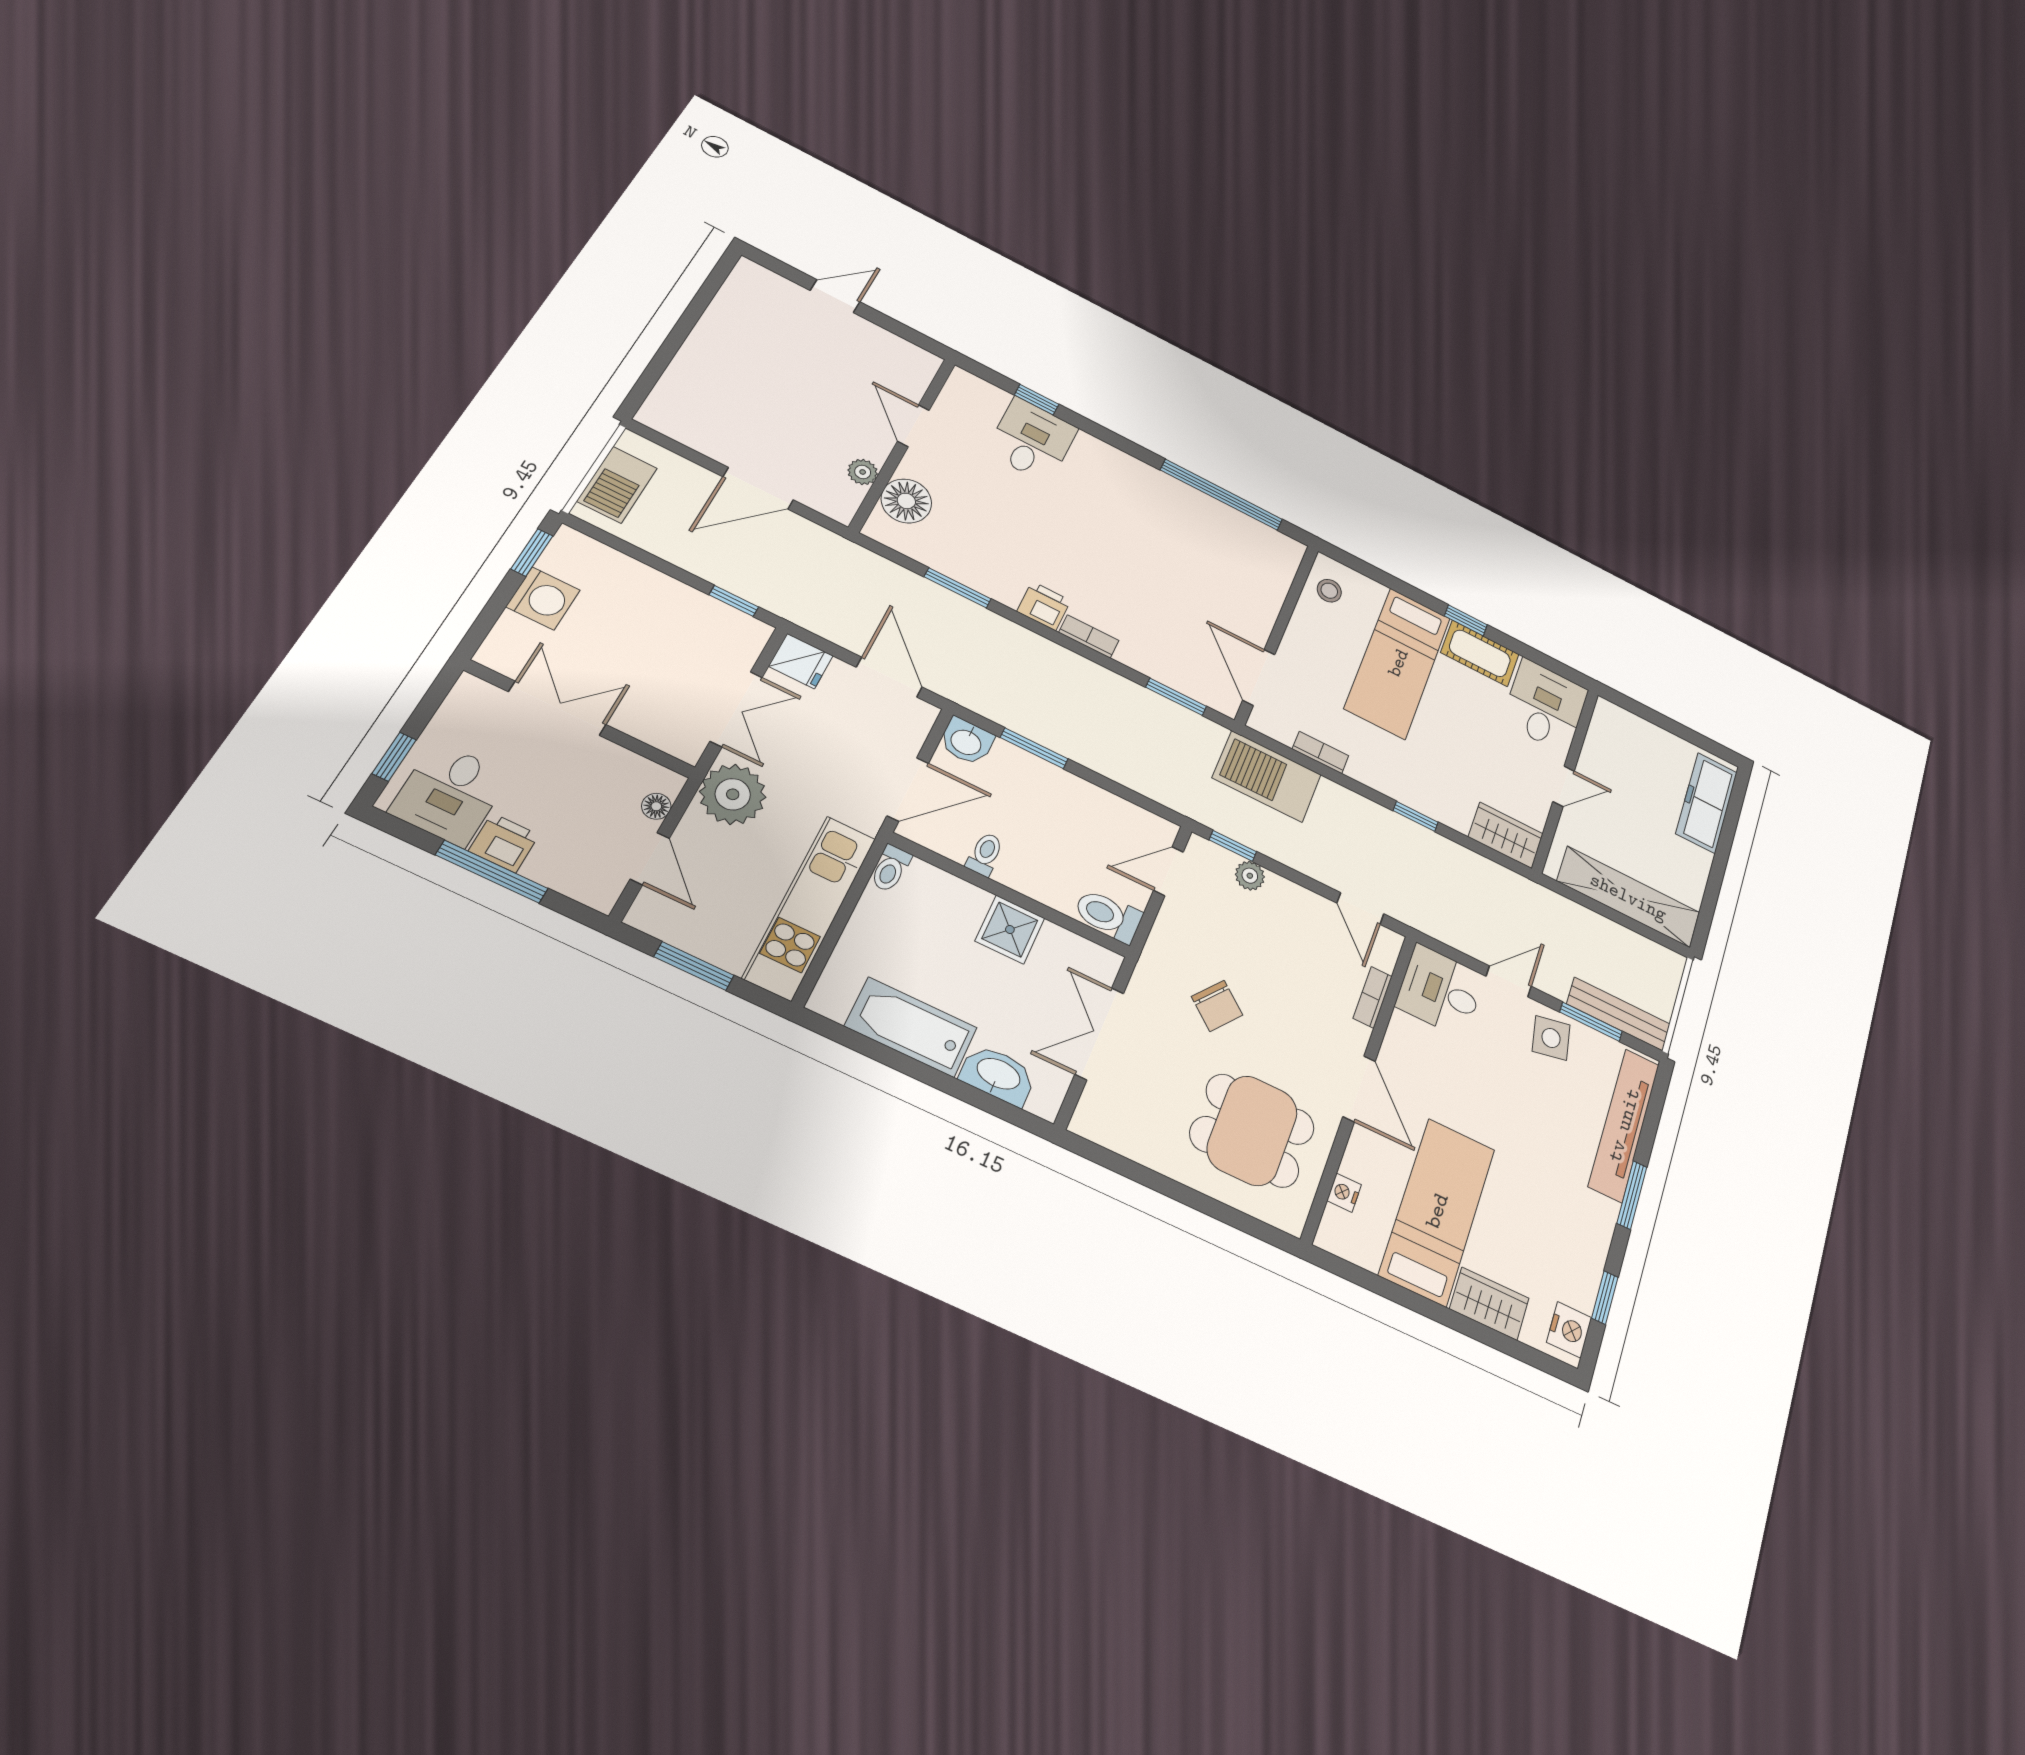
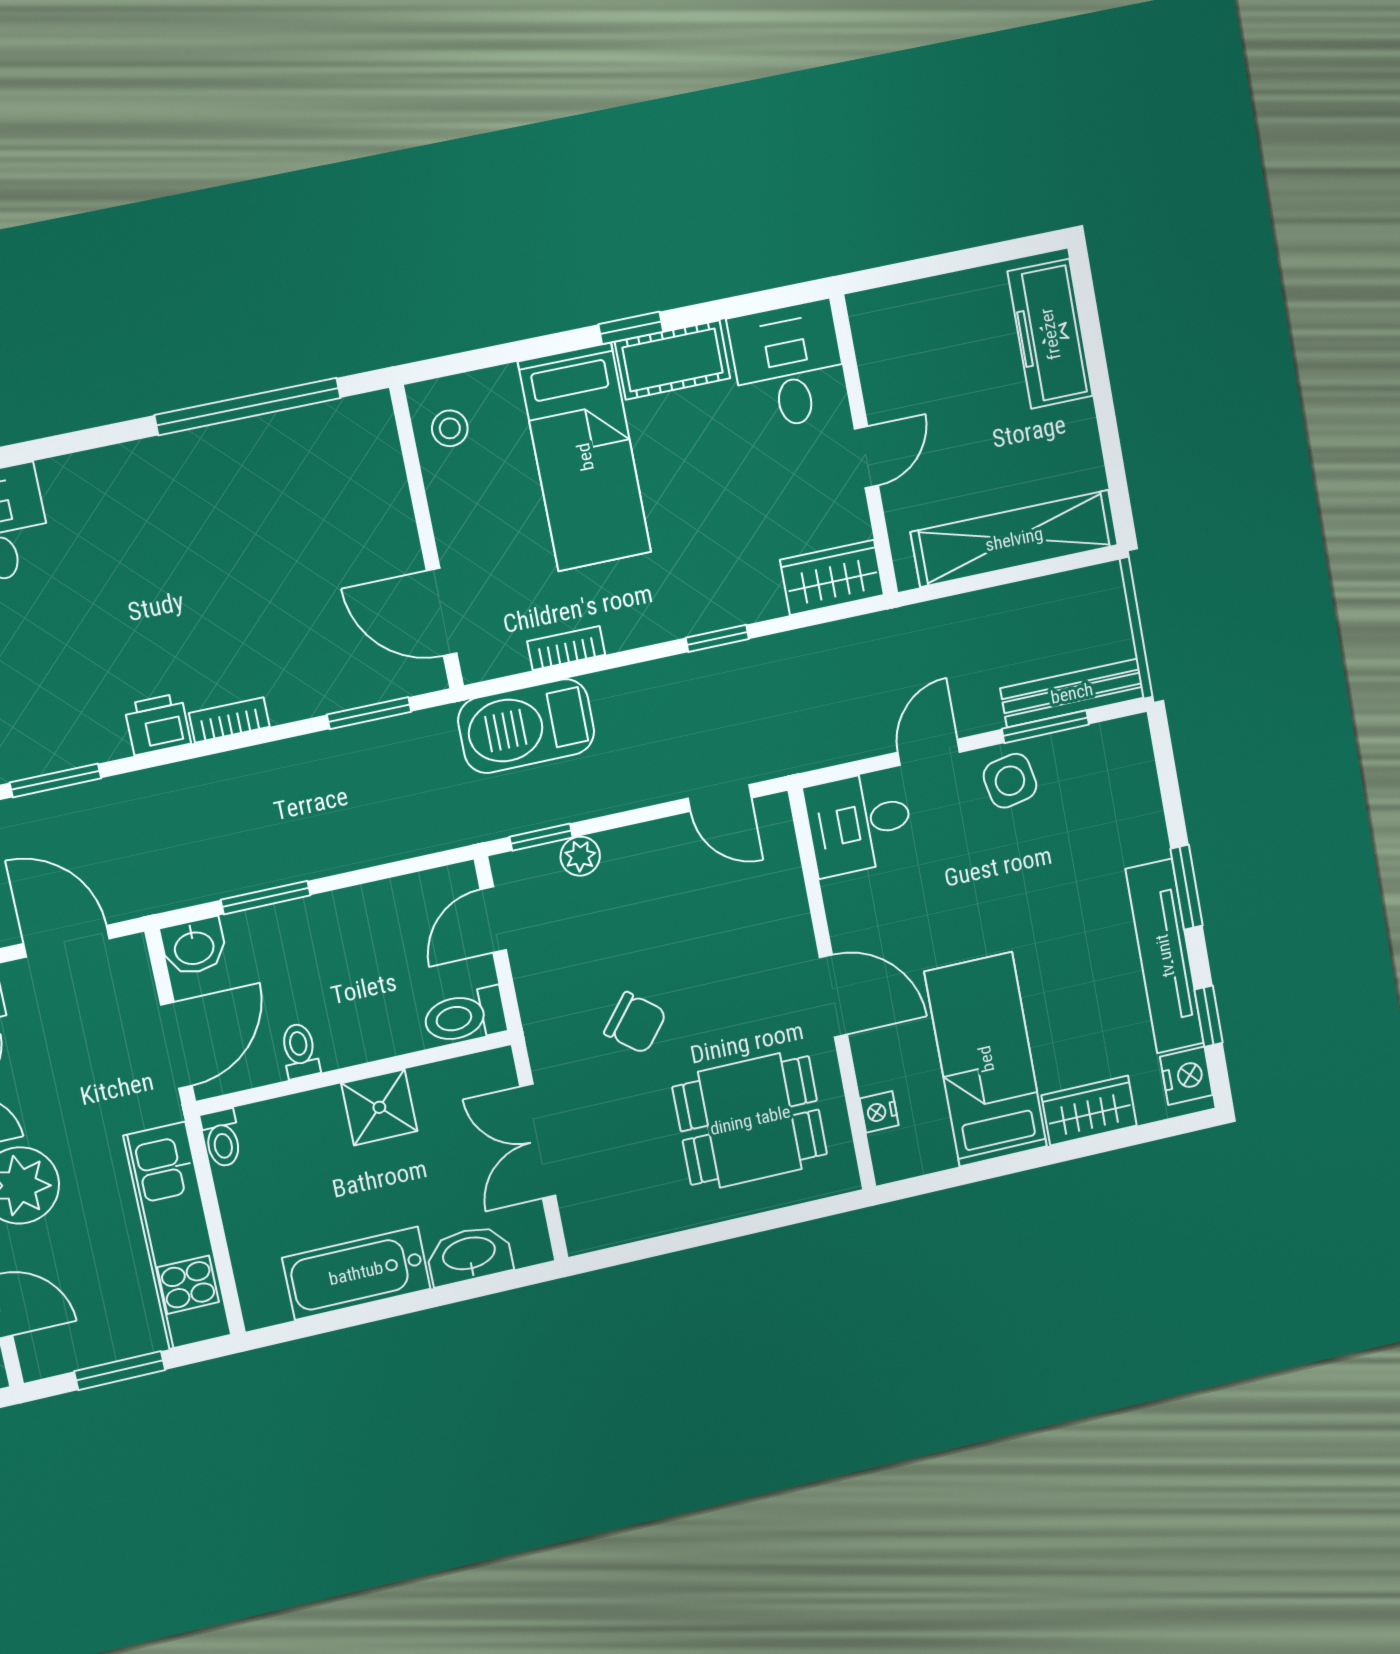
bookcase: (1373, 997) -> (791, 887), removed
tv unit: (1624, 1125) -> (1165, 956), moved

